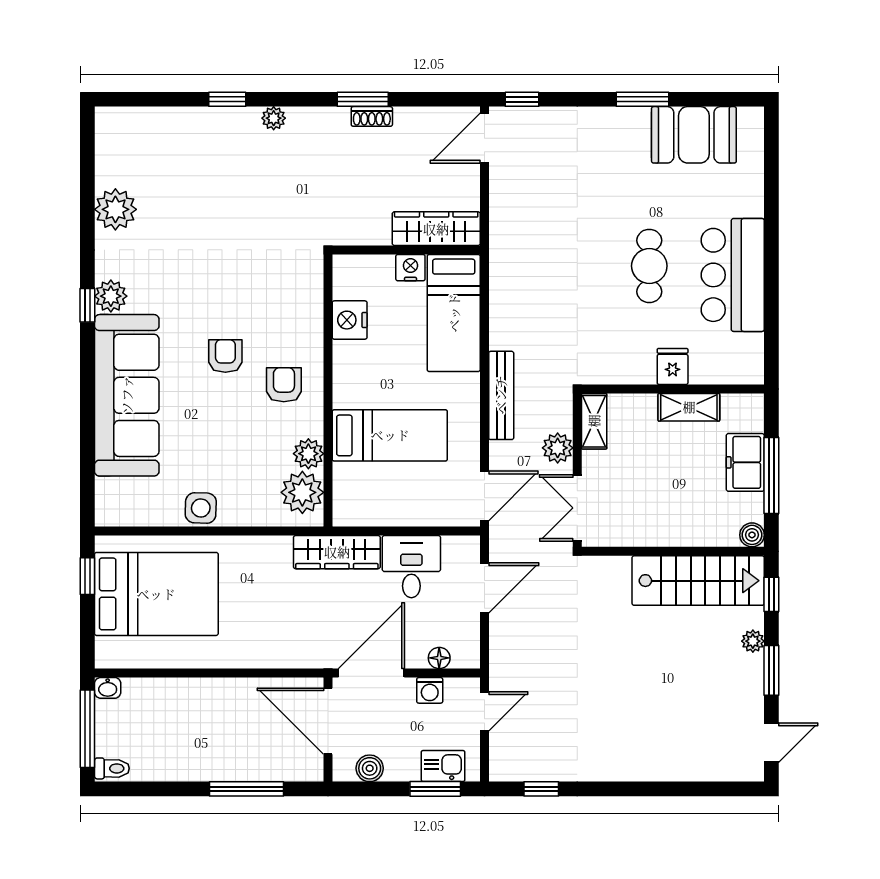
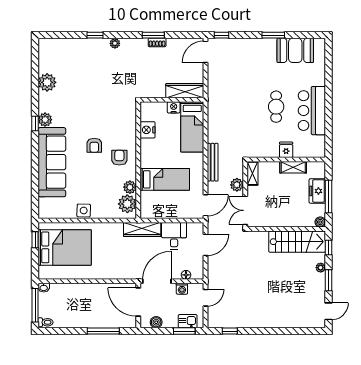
armchair: (225, 356) -> (94, 145), turned 180

